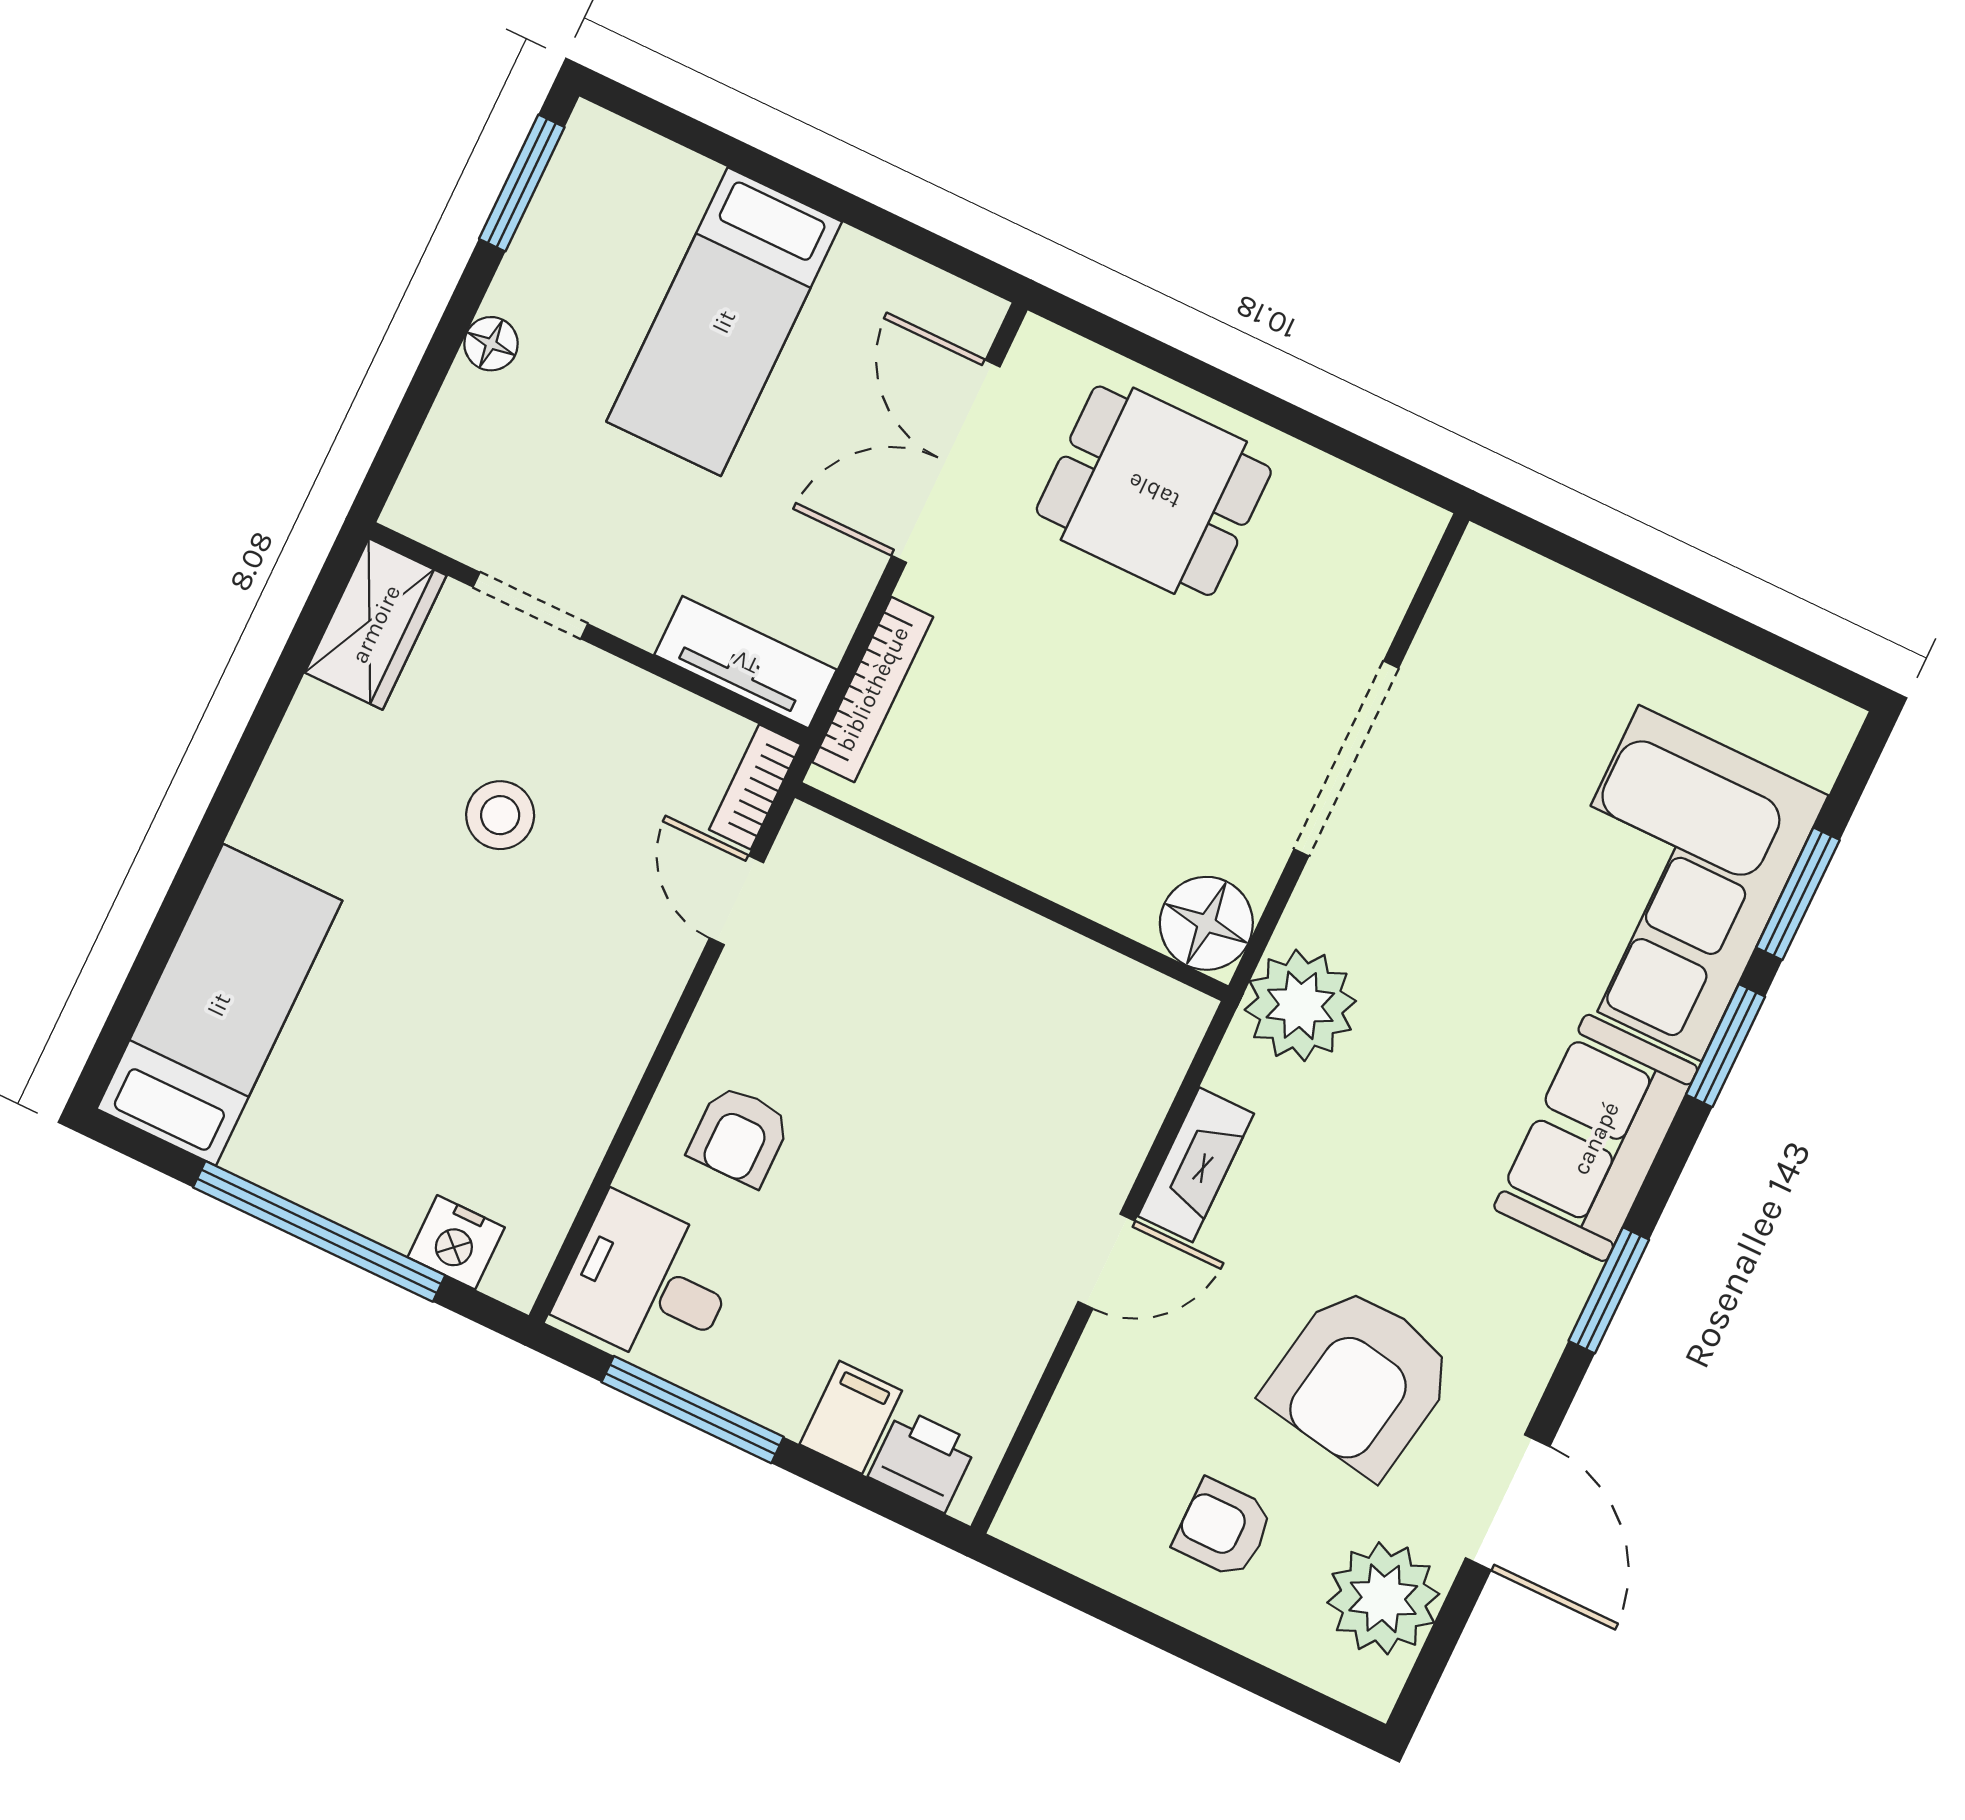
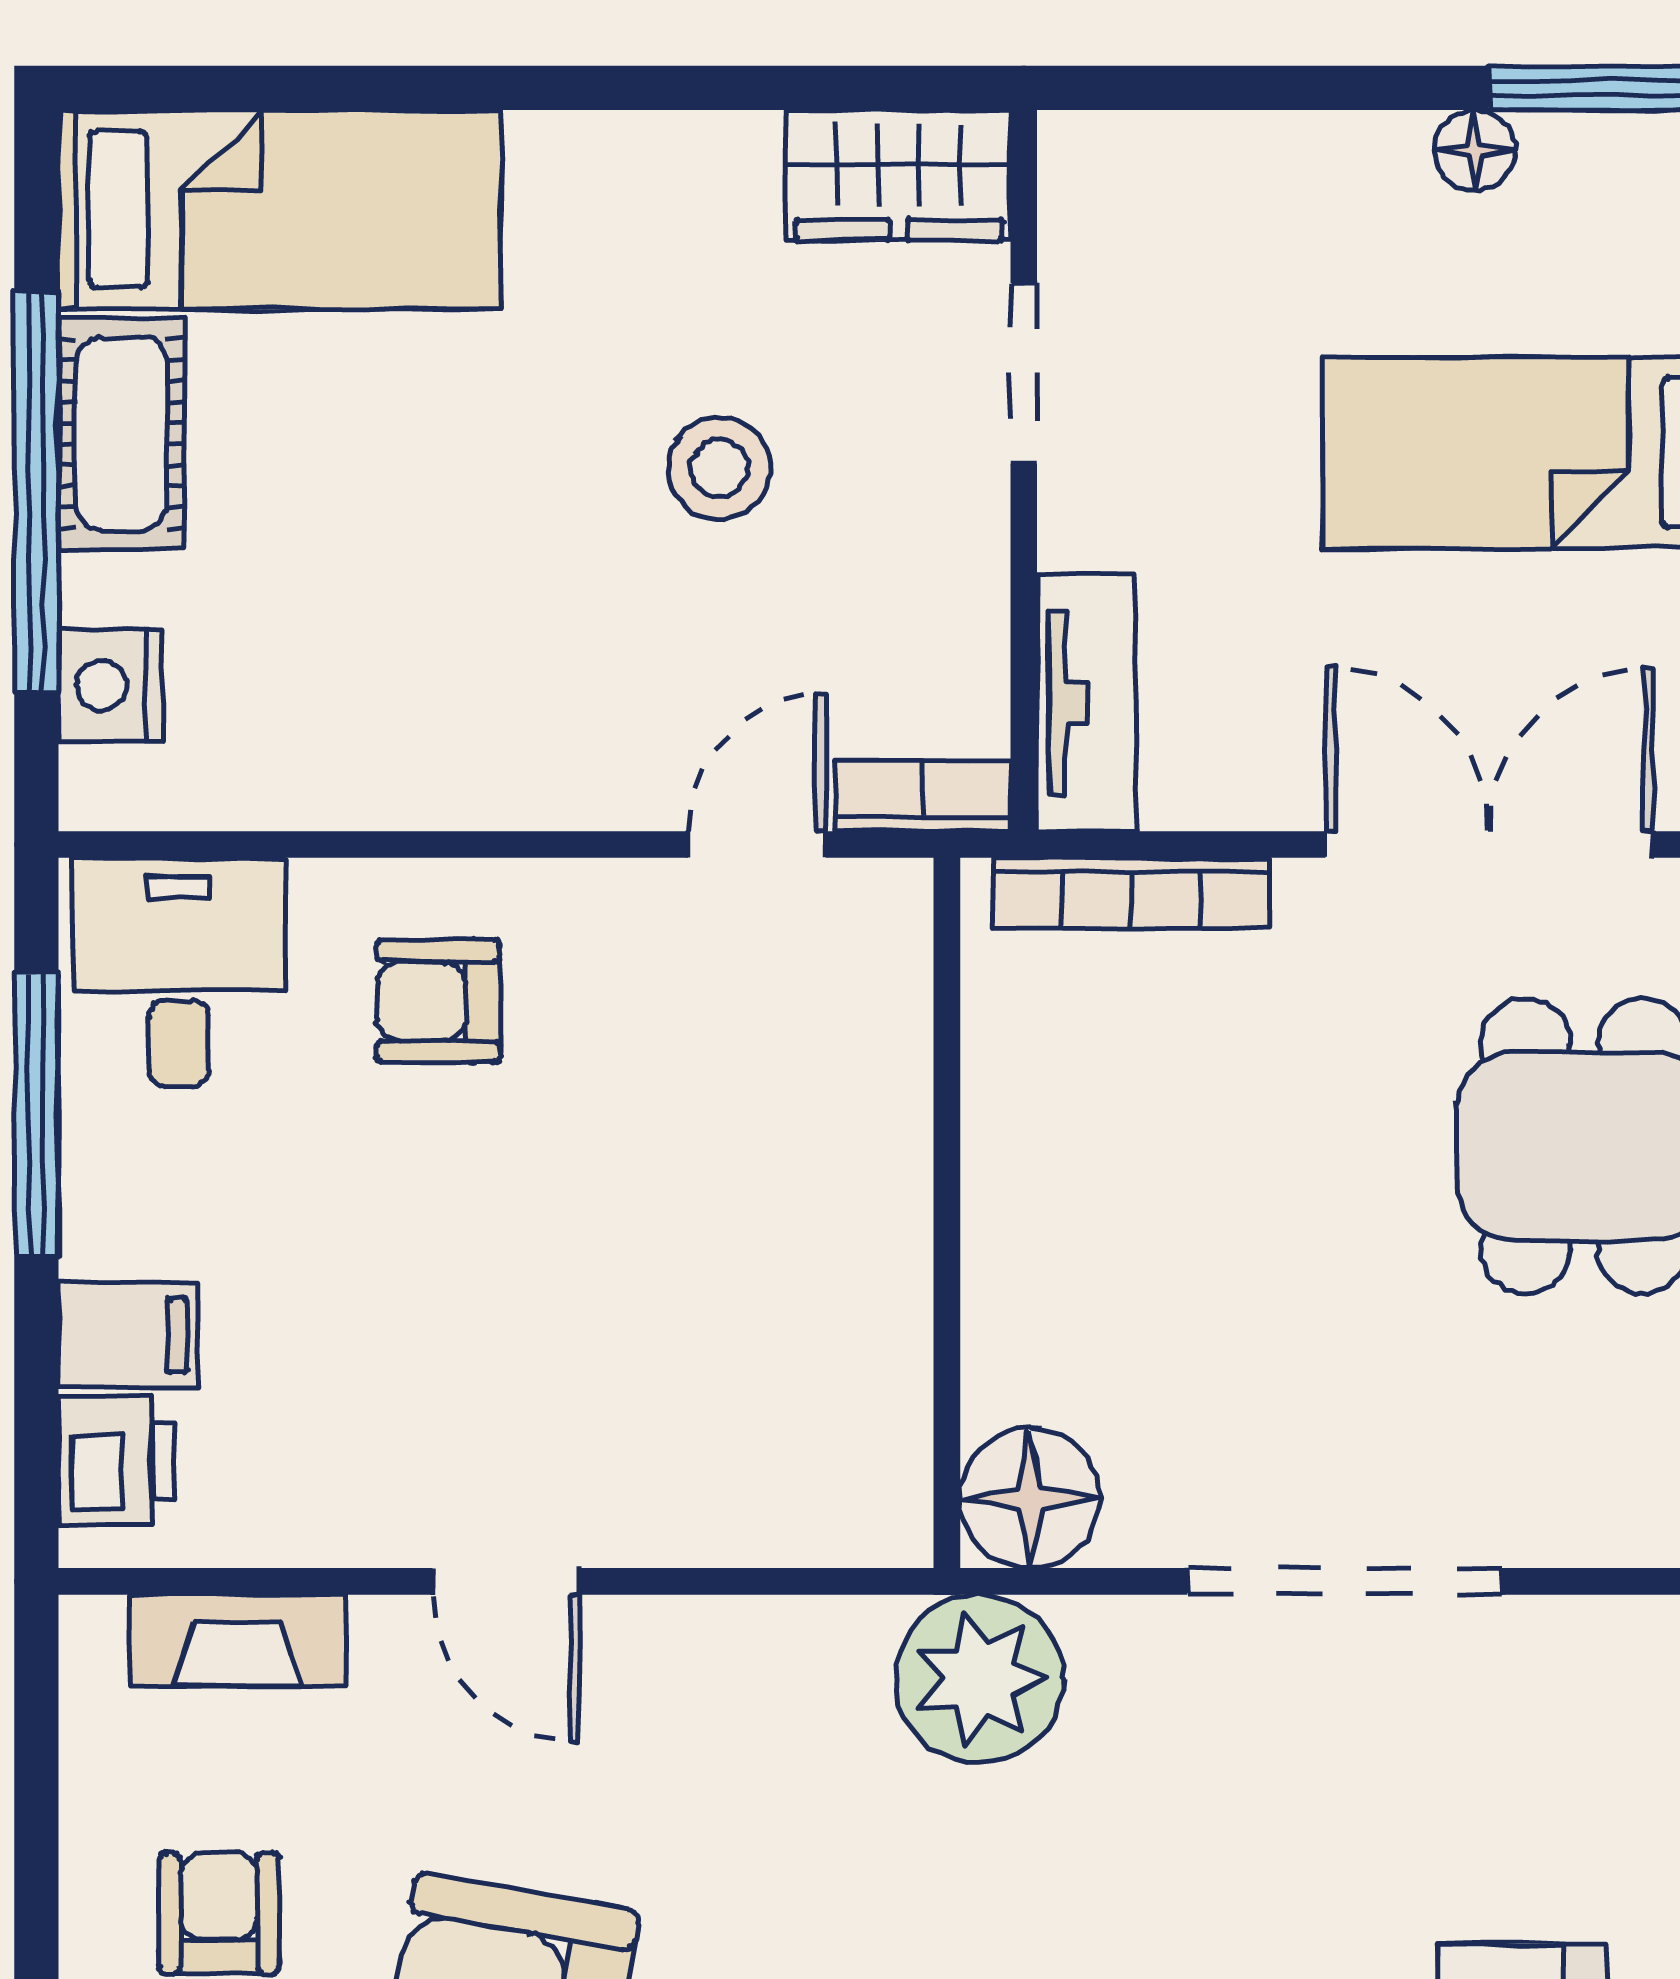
floor lamp: (491, 344) -> (1475, 150), moved
cot: (308, 1164) -> (121, 434), added
fireplace: (1196, 1165) -> (238, 1640), moved

